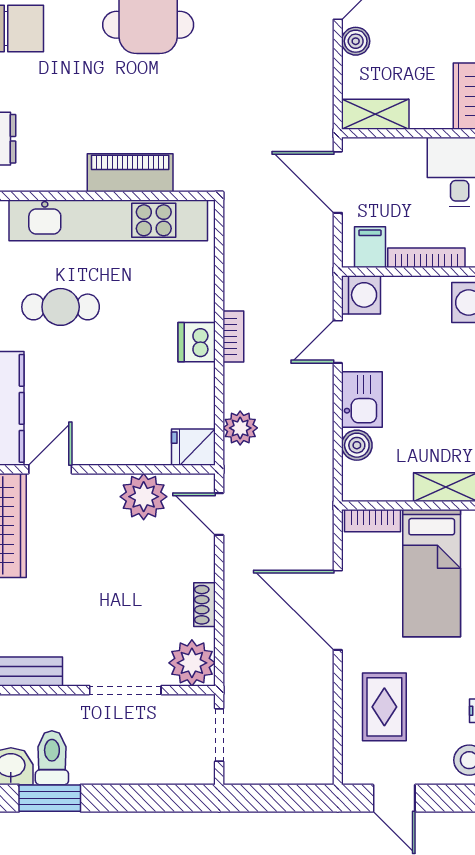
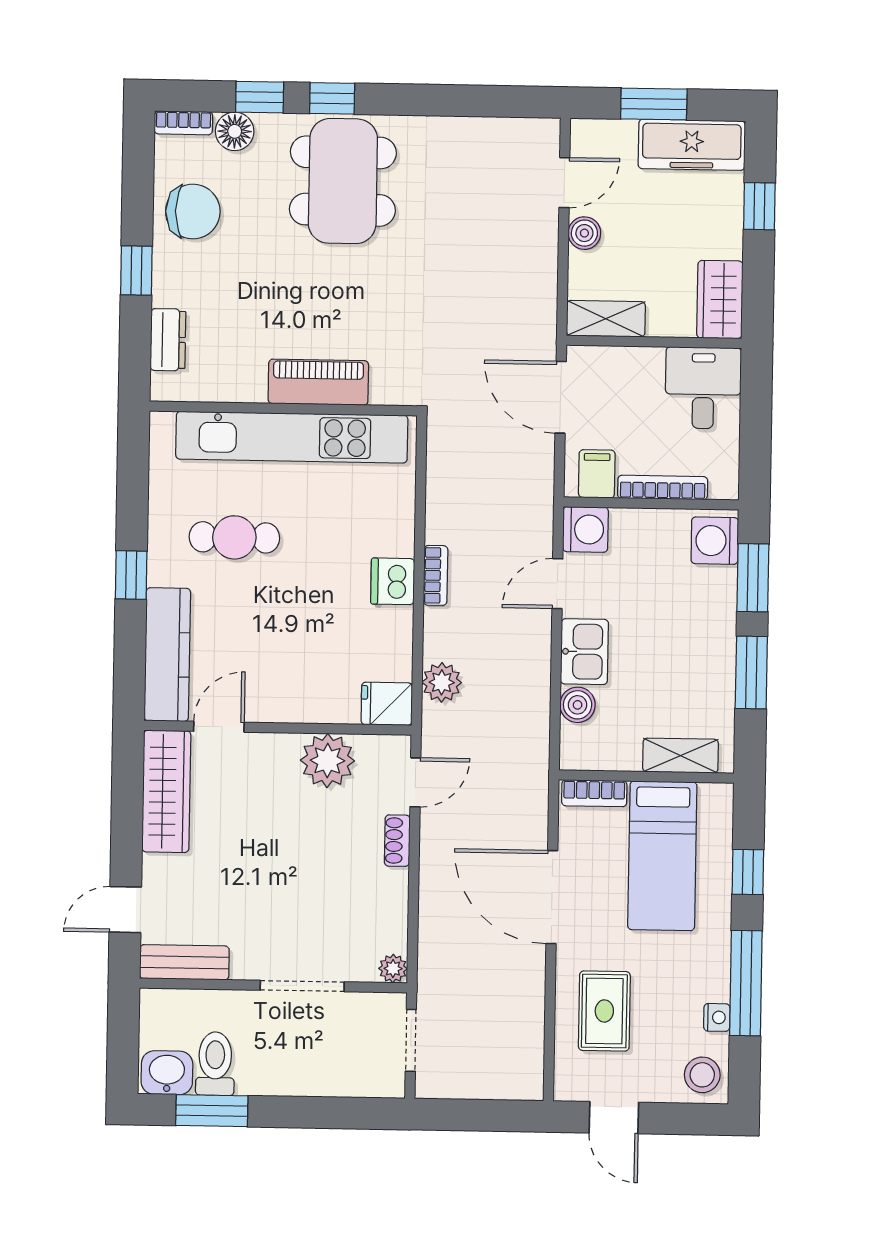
door: (219, 514) -> (415, 782), swing flipped
shoe rack: (205, 605) -> (397, 841), moved
plant: (192, 663) -> (393, 969), width x0.53, depth x0.53

